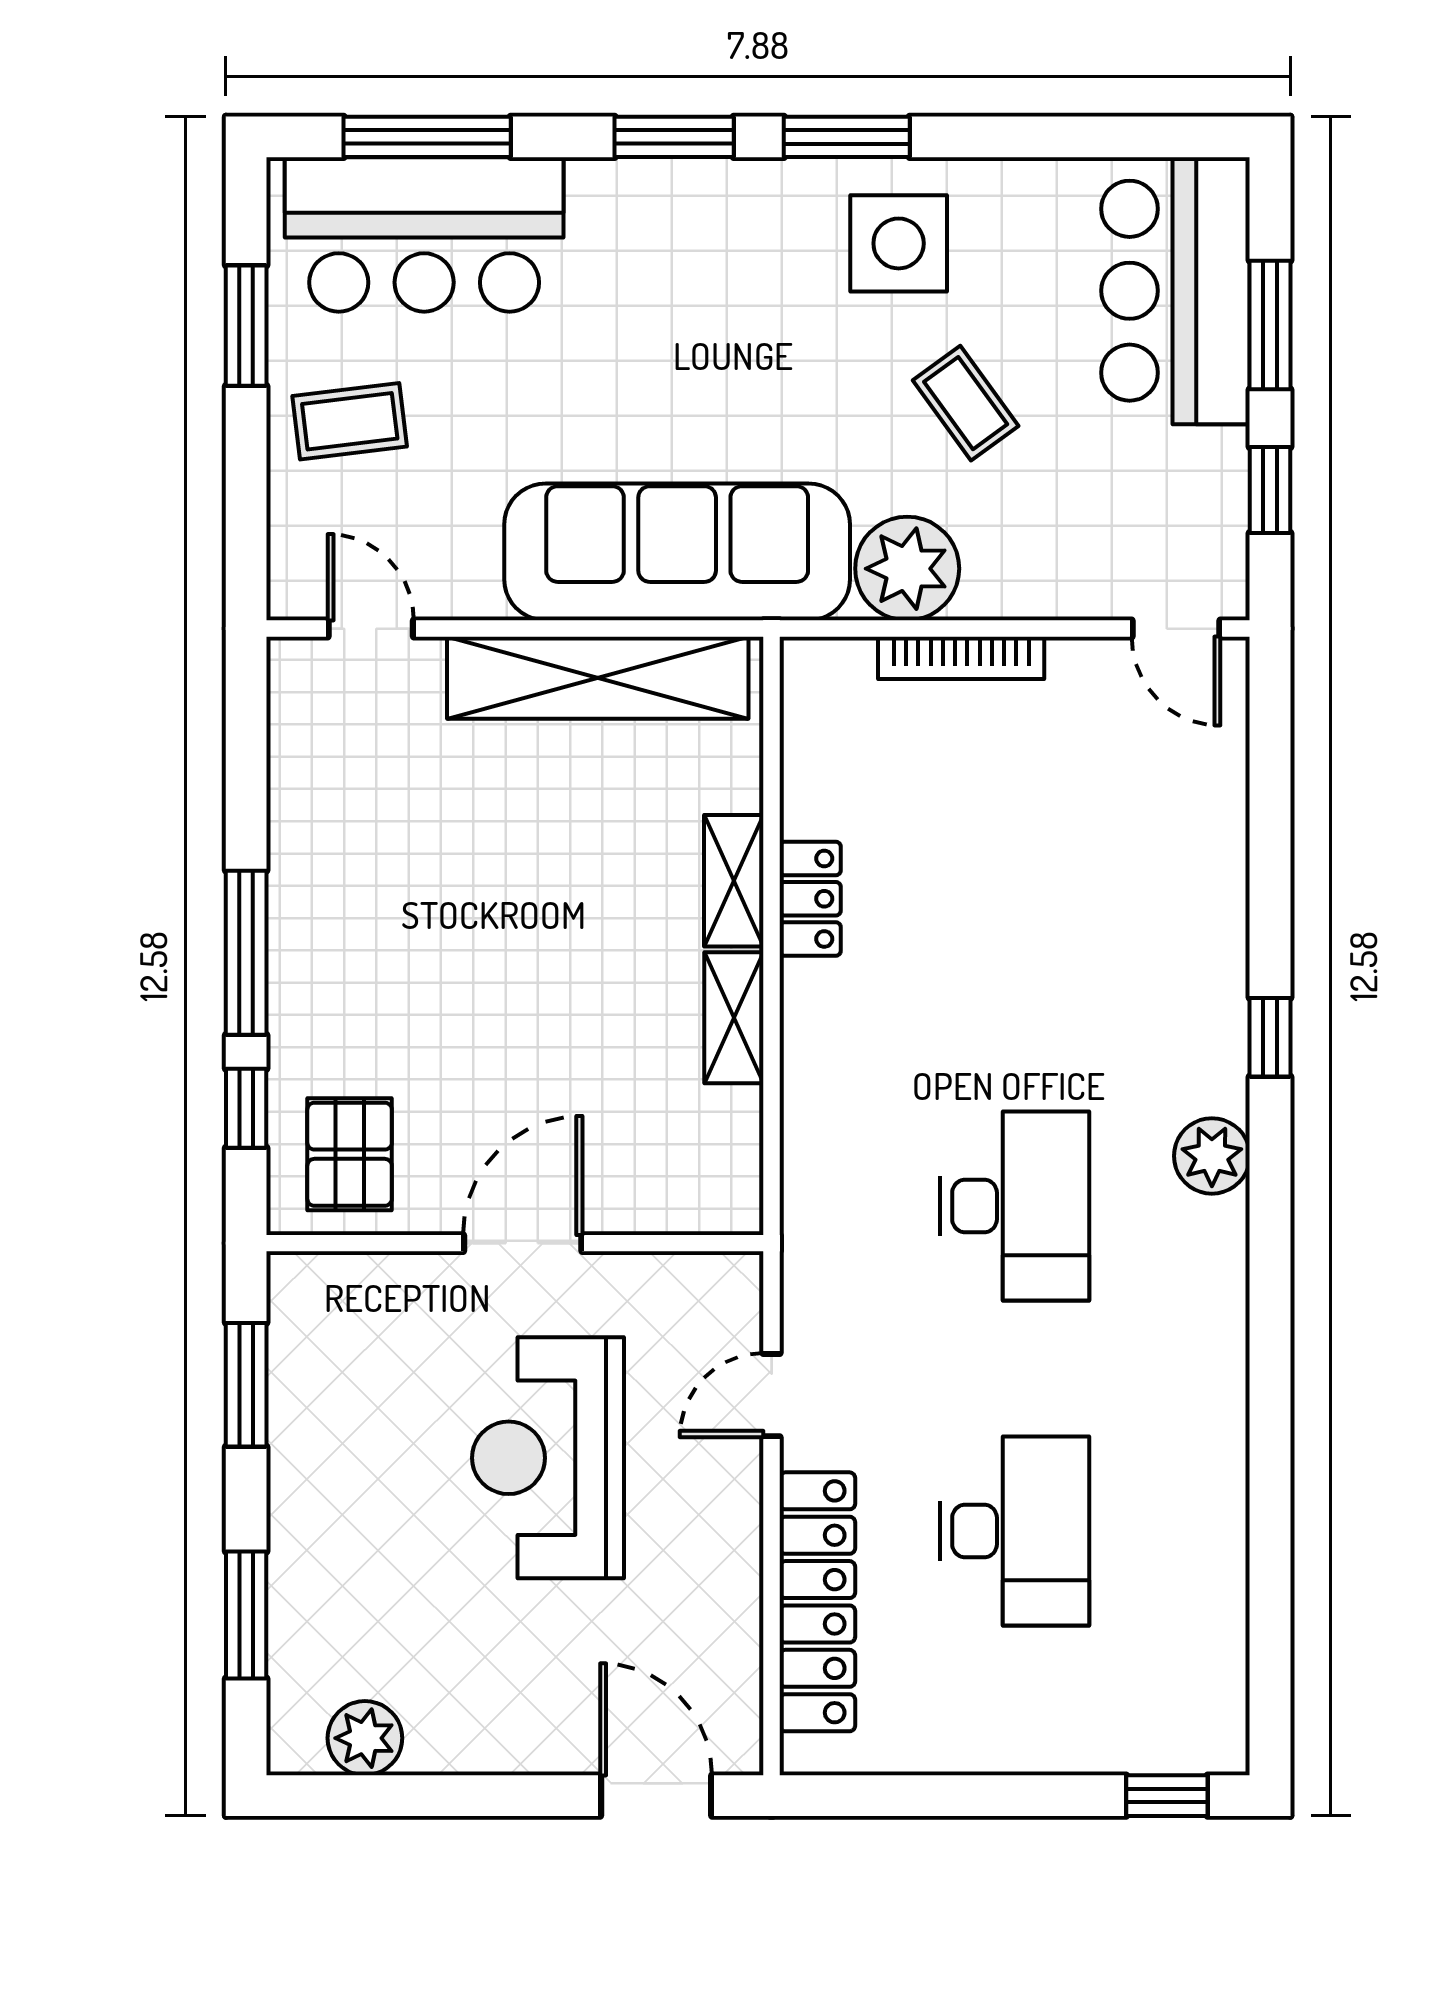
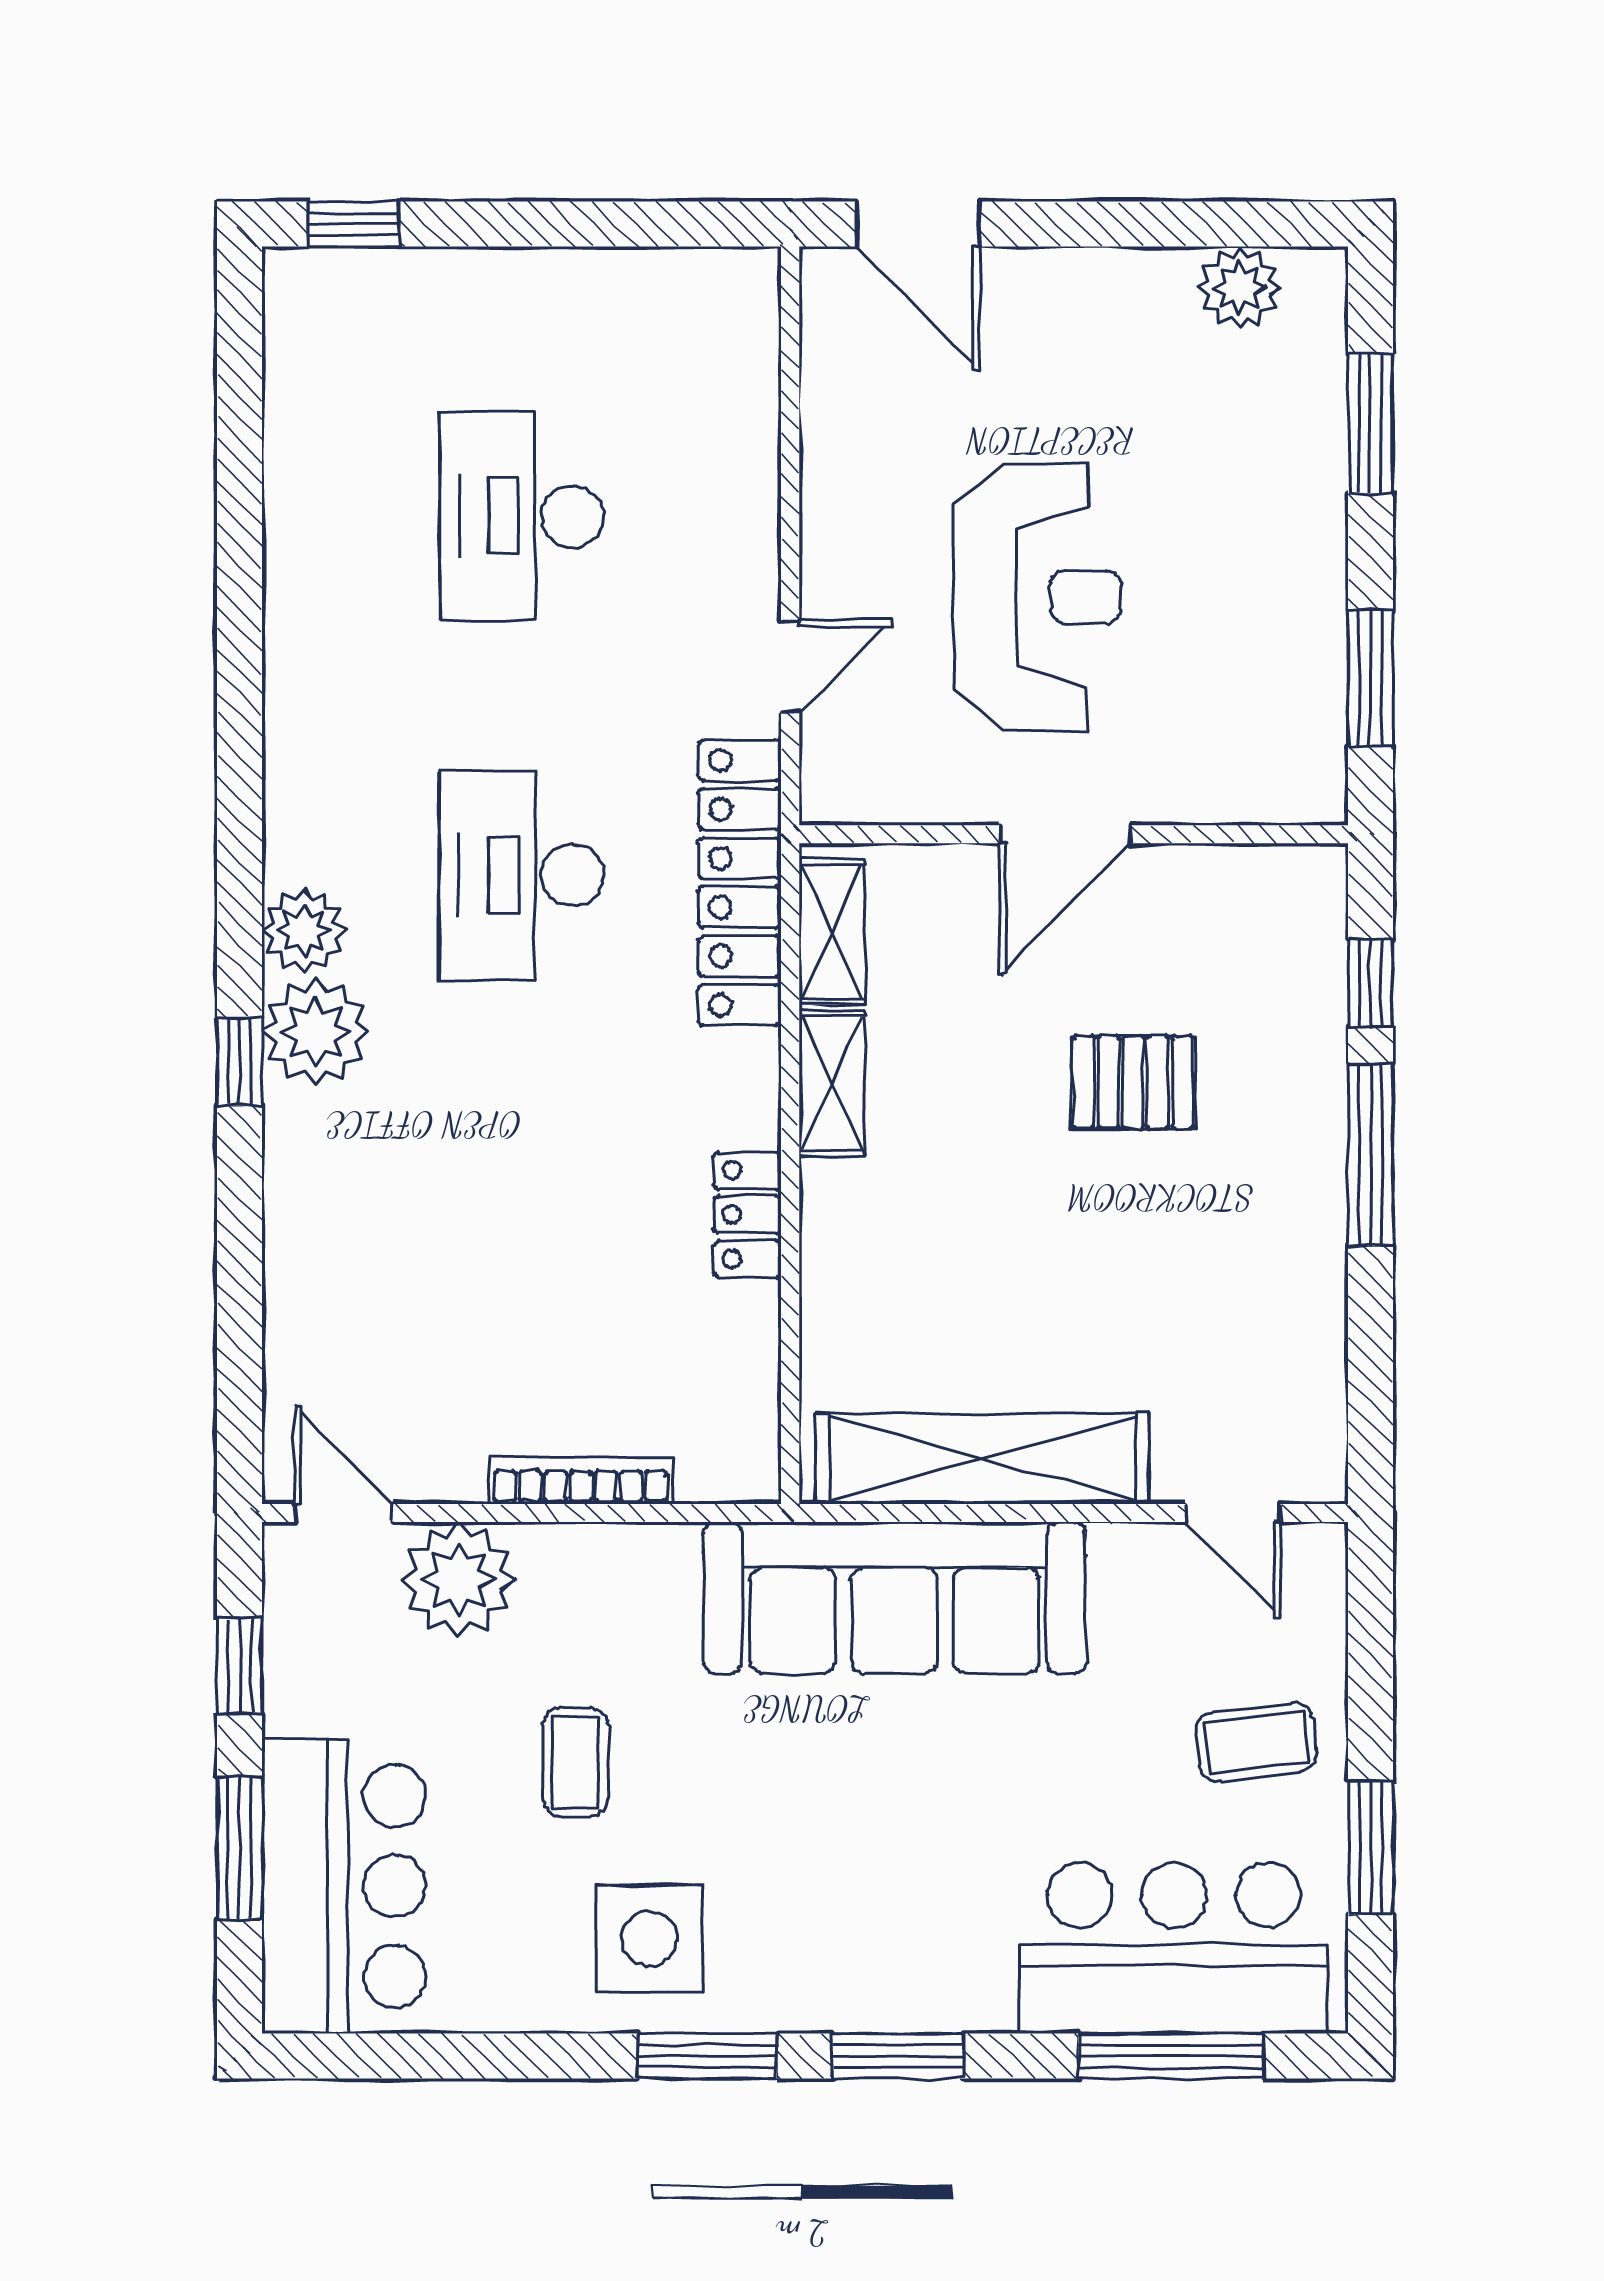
coffee table: (966, 403) -> (576, 1762), turned 36
plant: (907, 569) -> (458, 1579), moved
shelving: (734, 881) -> (832, 932), moved
plant: (1201, 1064) -> (316, 1032), added
pallet: (350, 1154) -> (1133, 1082), moved, turned 90
locker: (817, 1602) -> (740, 883), moved

